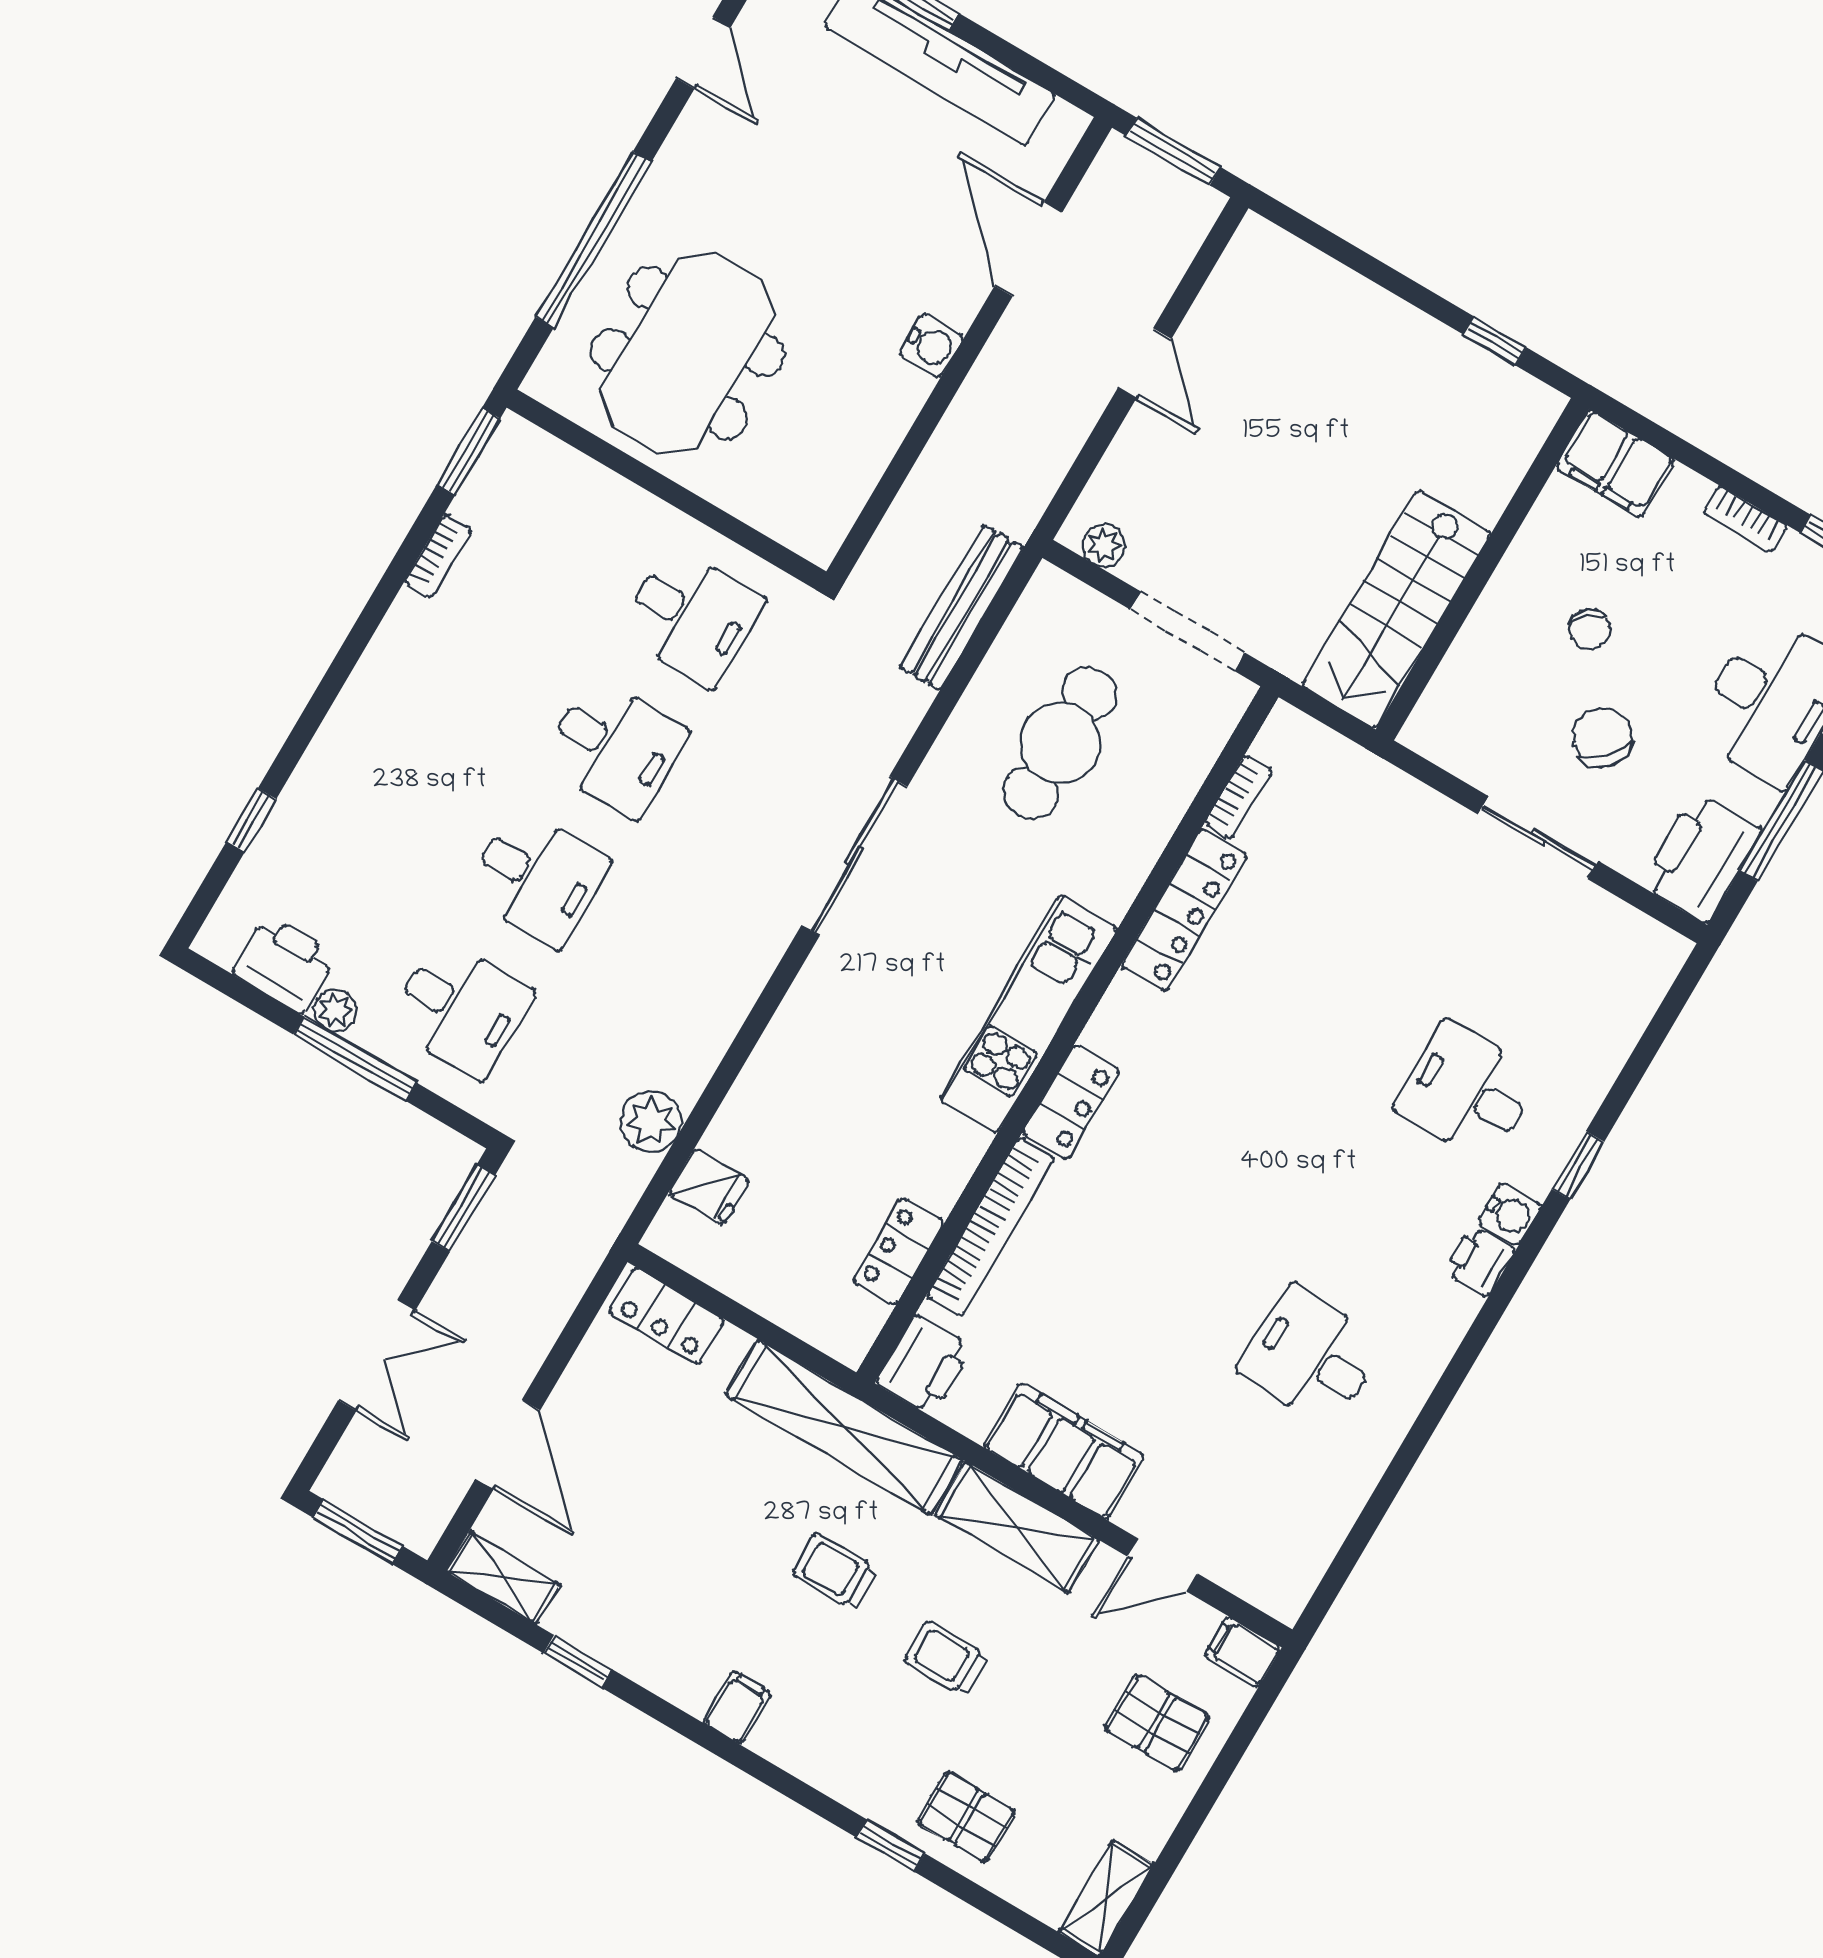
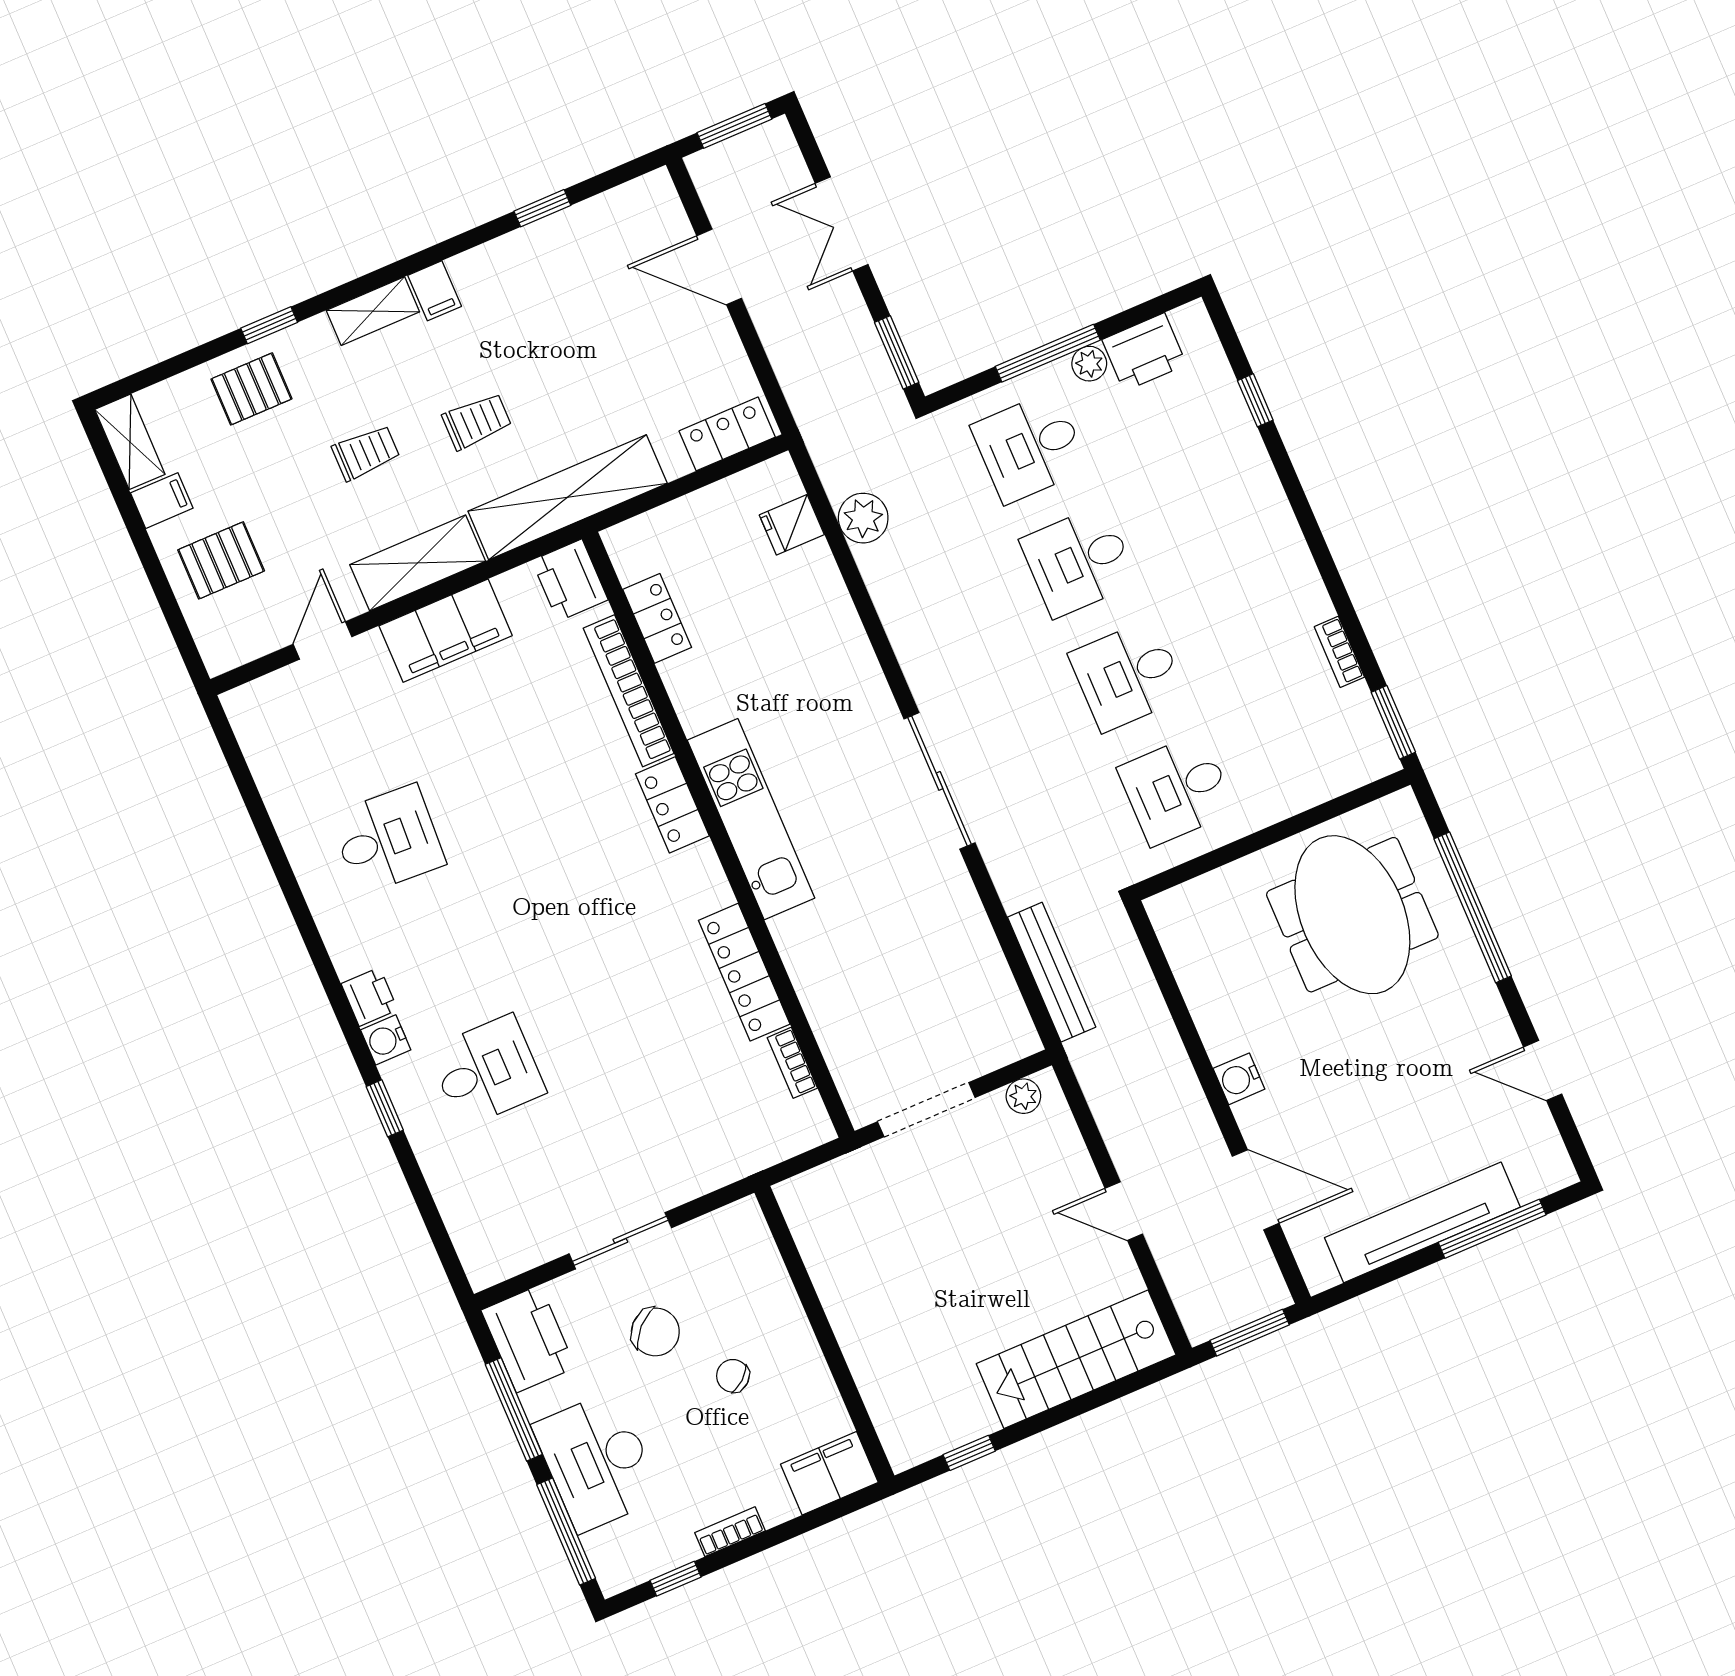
stairs: (1396, 609) -> (1076, 1359), moved, turned -90
cafe table: (1060, 743) -> (914, 971), removed
shelving: (503, 1578) -> (373, 311), moved
filing cabinet: (1243, 1652) -> (162, 501), moved

